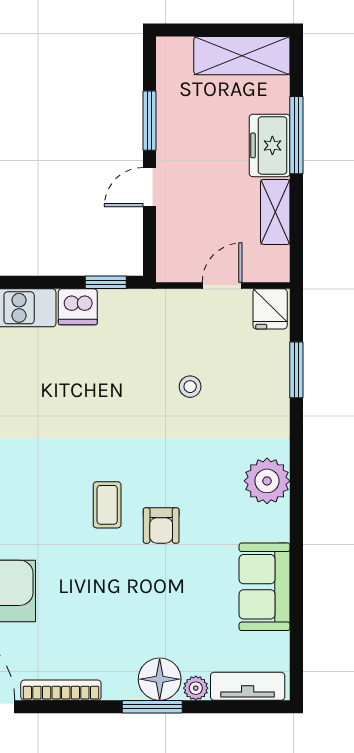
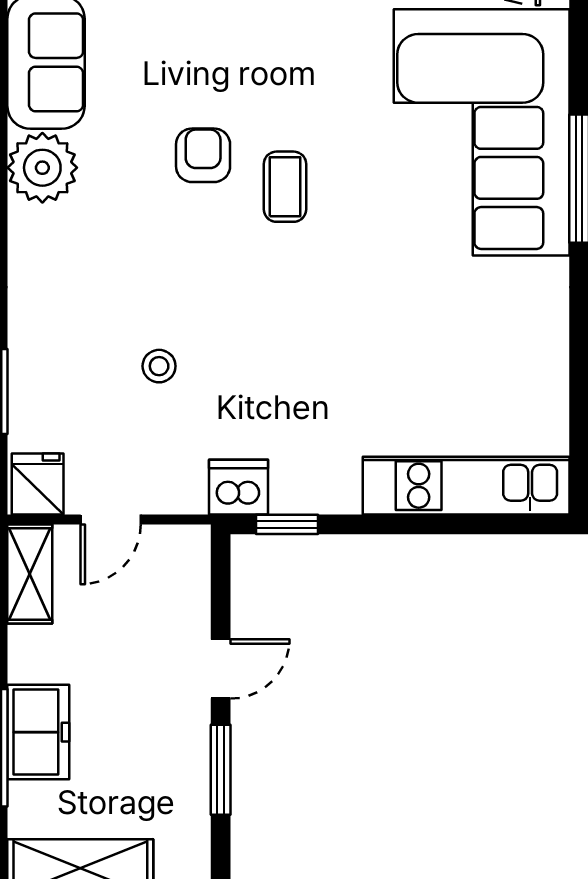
shelving: (275, 212) -> (30, 574), moved
dishwasher: (78, 307) -> (238, 487), moved
plant: (267, 481) -> (42, 168), moved

